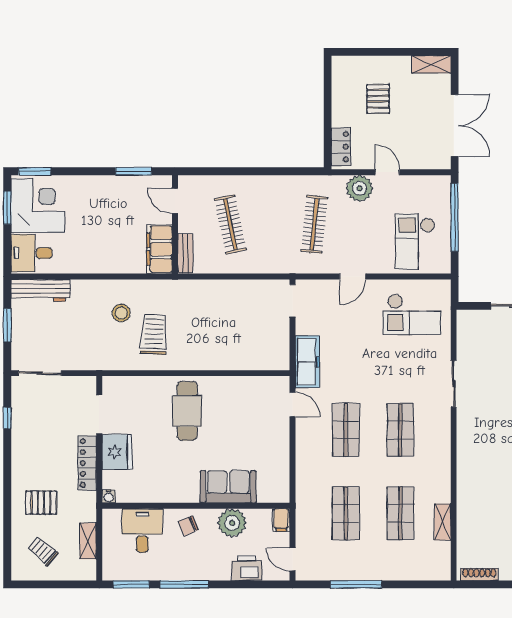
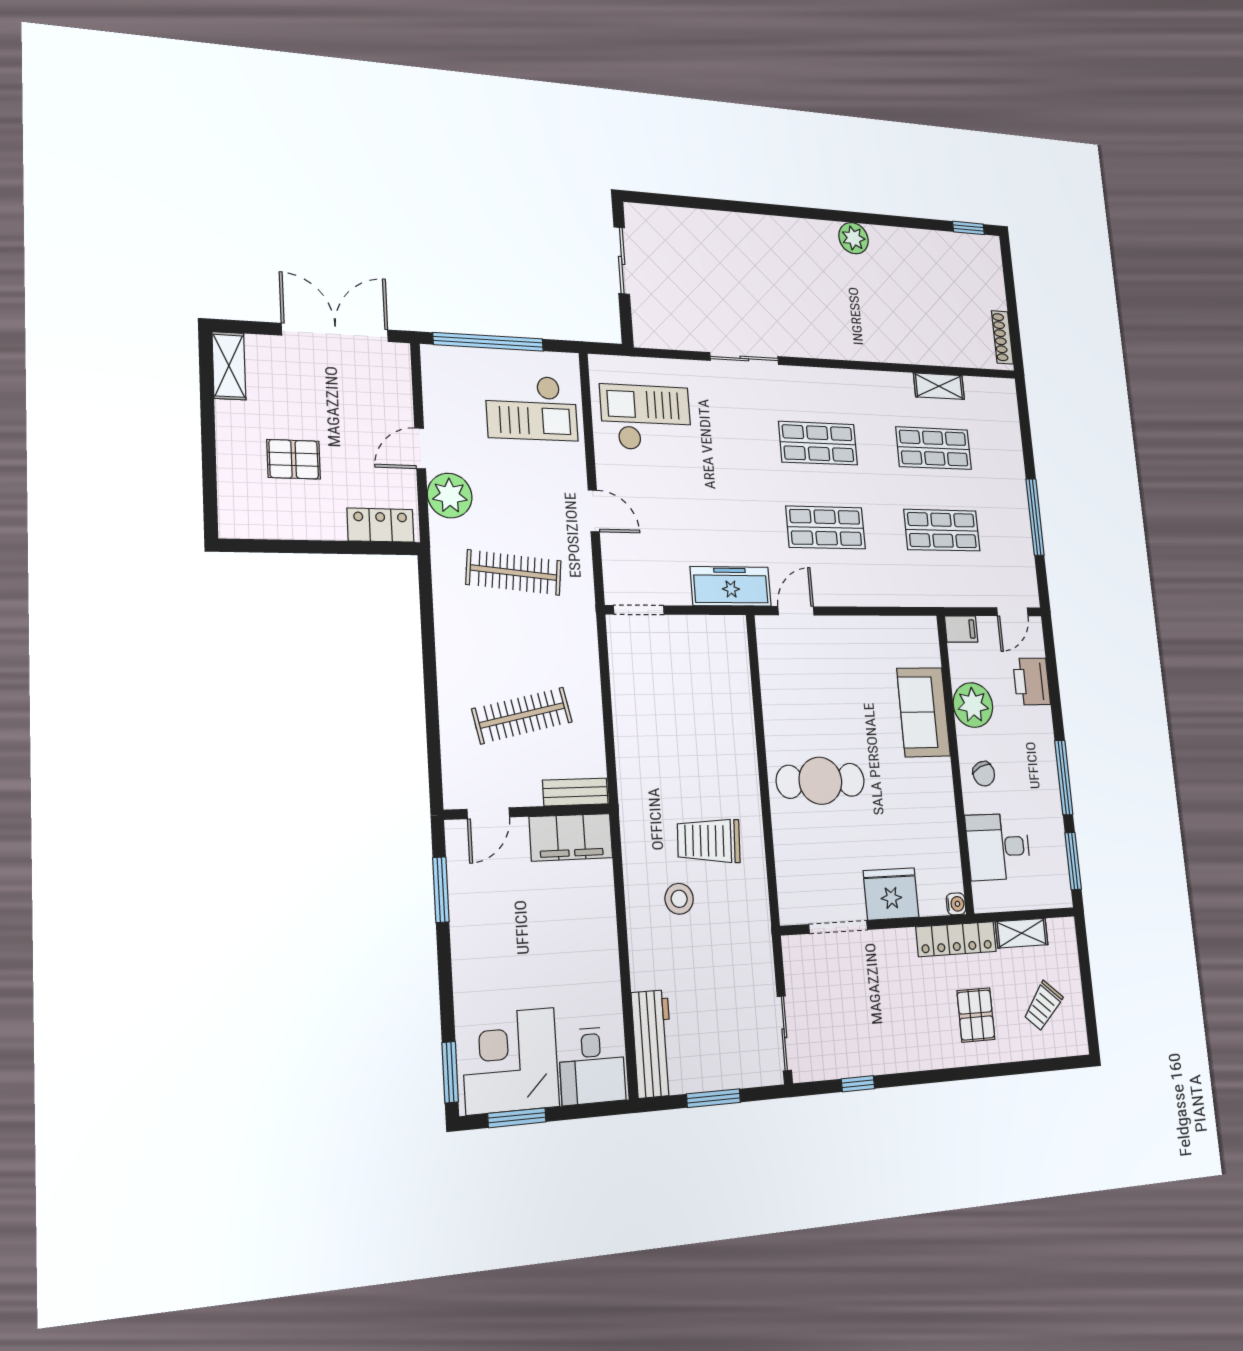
checkout: (412, 314) -> (646, 418), turned -90
locker: (87, 463) -> (956, 939), moved

